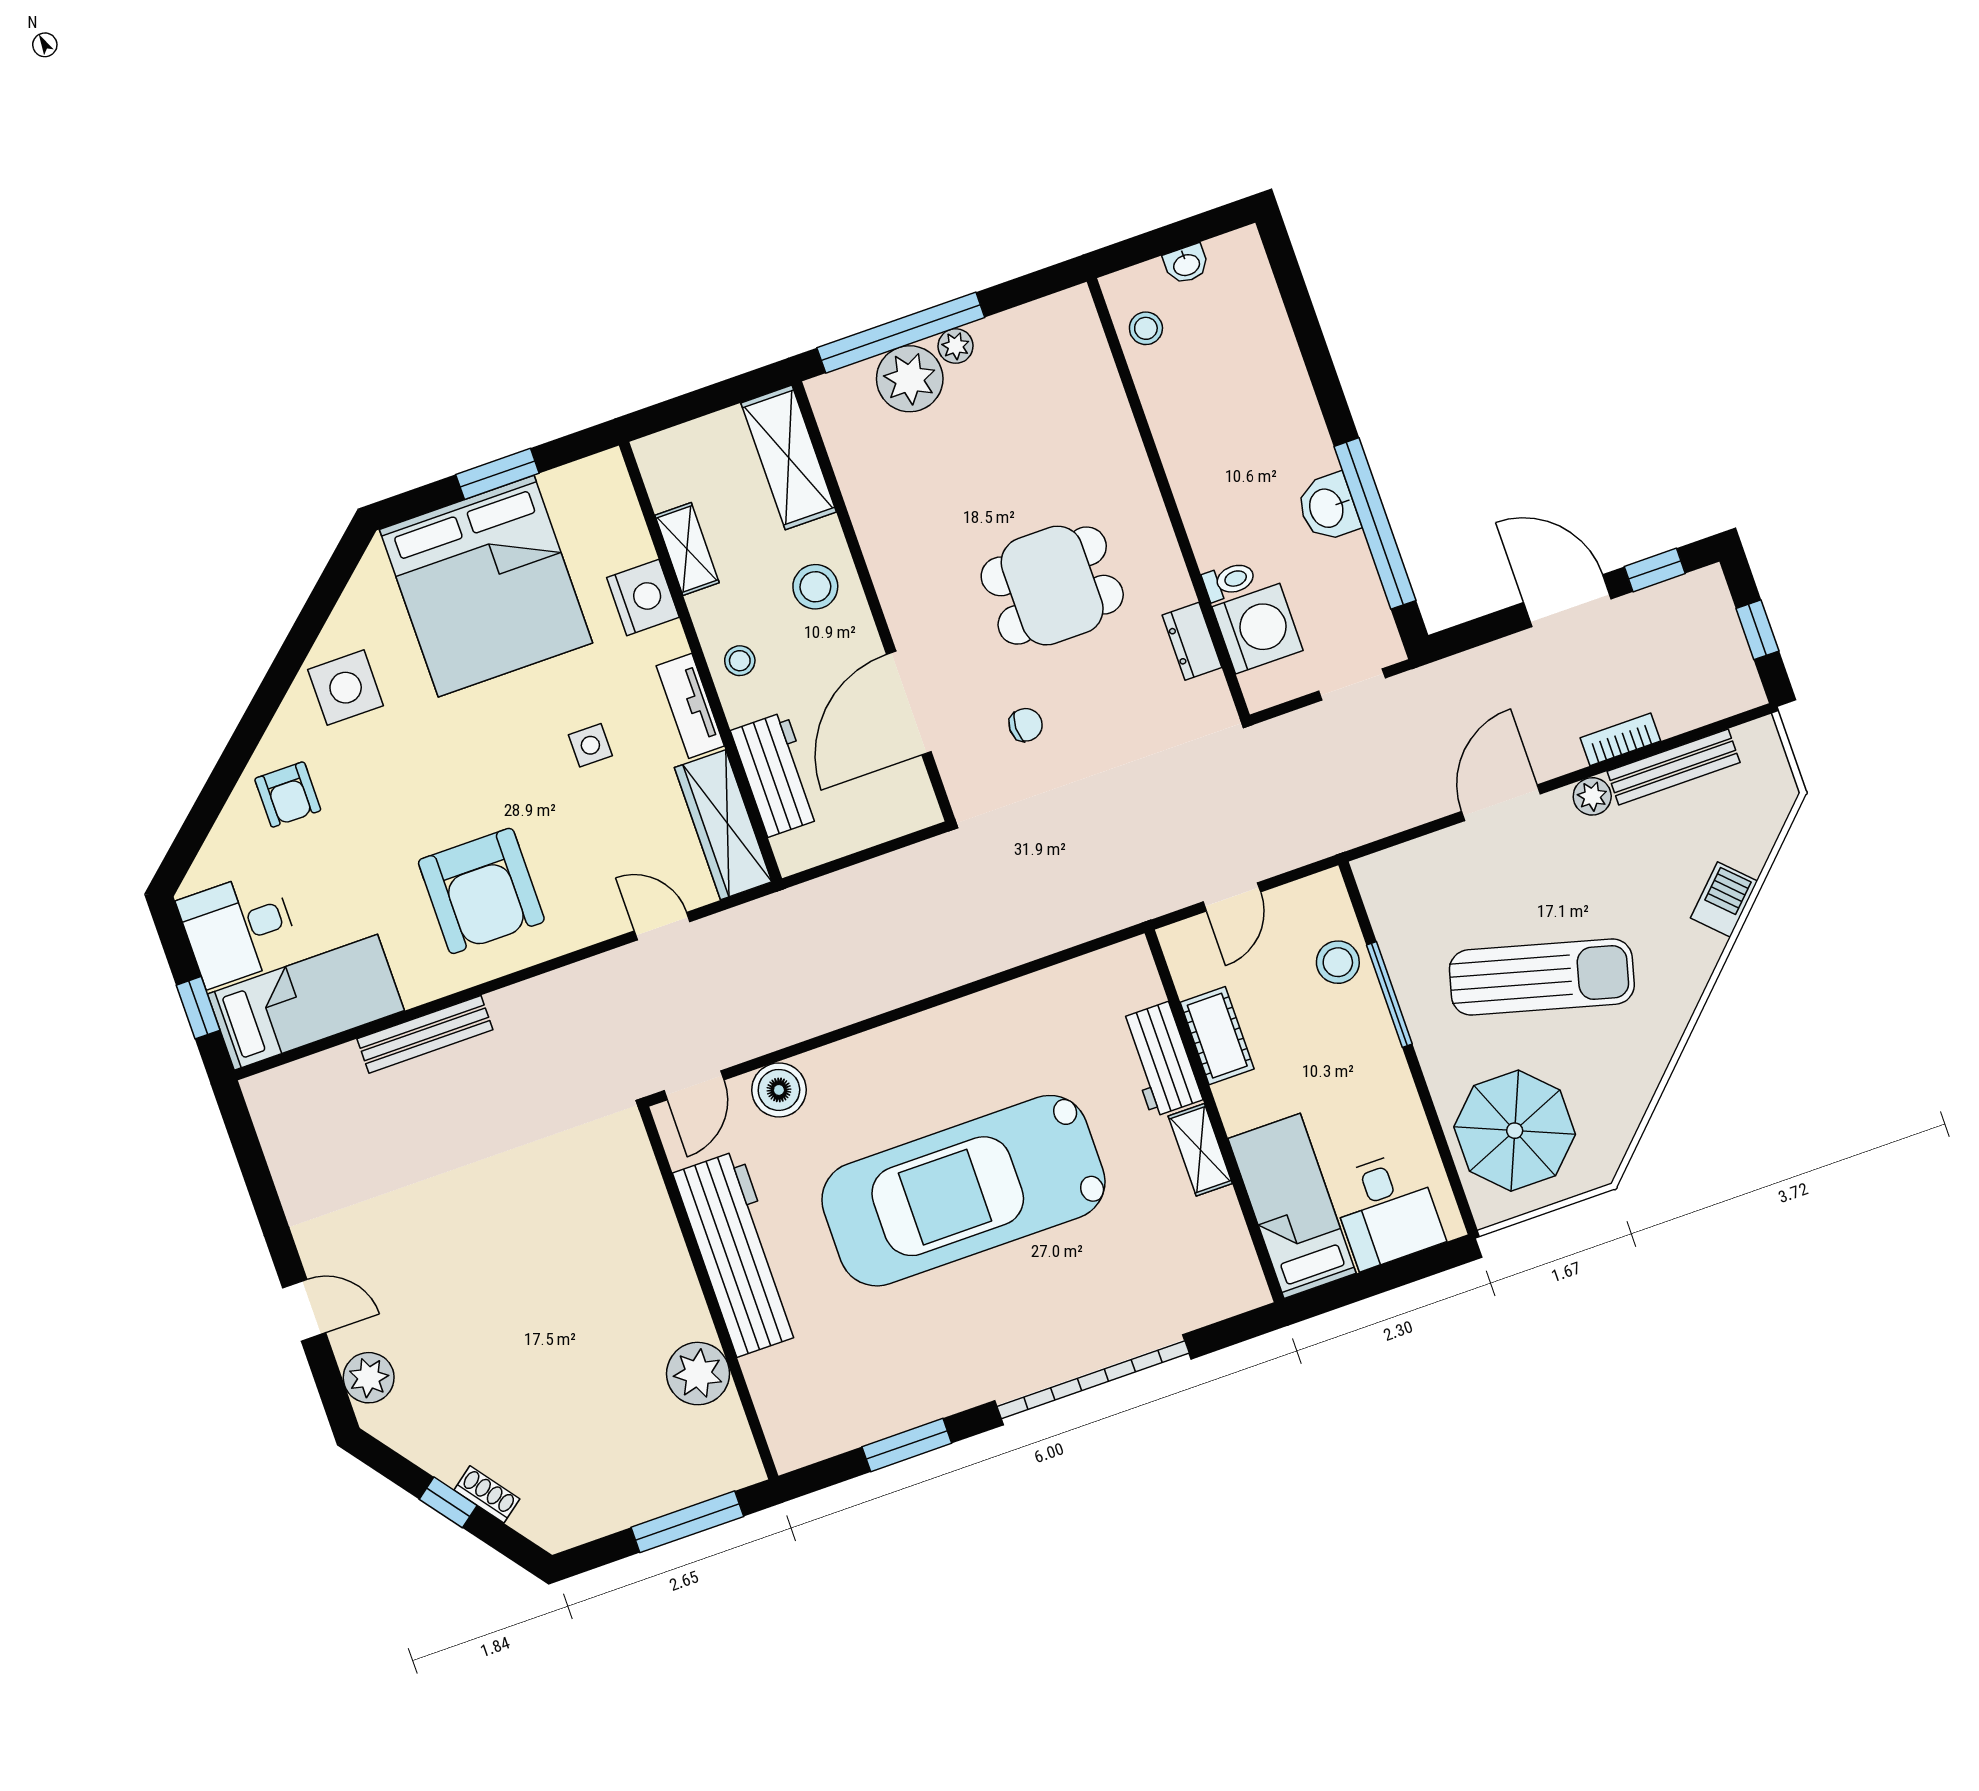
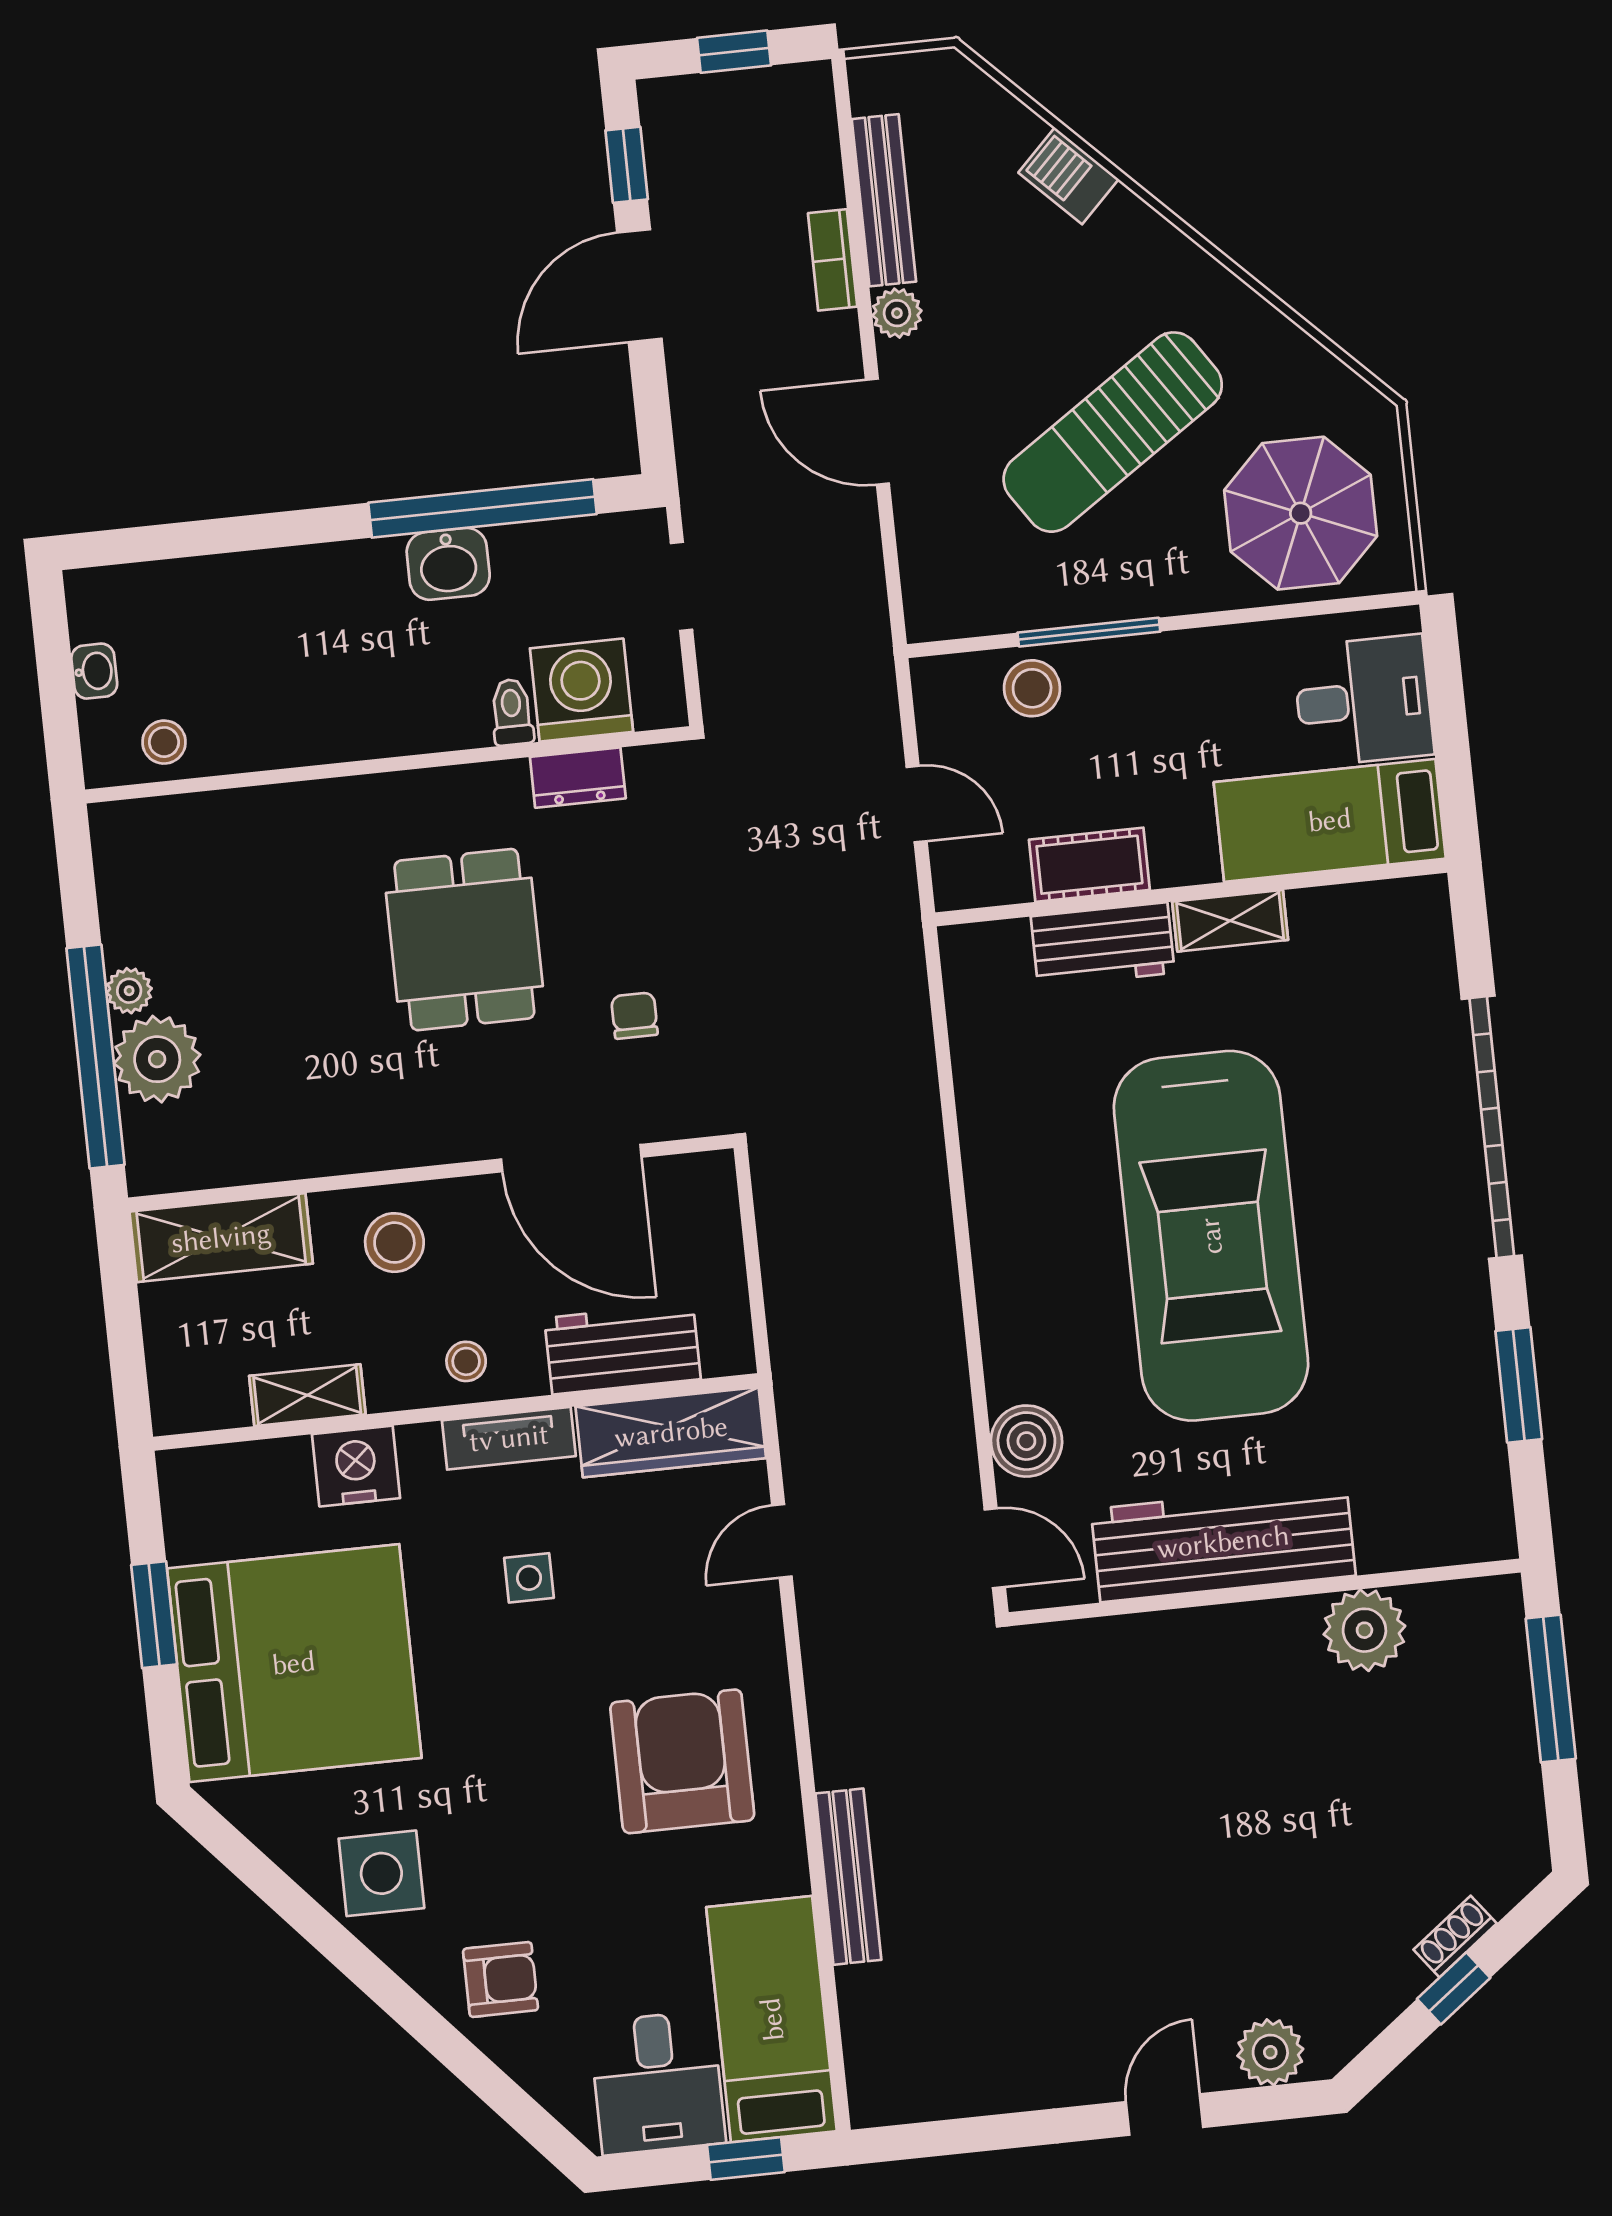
armchair: (481, 891) -> (682, 1761), turned -90
sun lounger: (1542, 977) -> (1113, 432), turned -139

